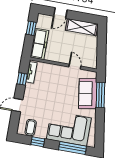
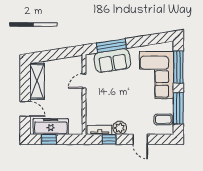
freezer: (39, 44) -> (51, 127), moved
plant: (30, 89) -> (120, 128), added
window: (38, 142) -> (178, 108), width x2.17

